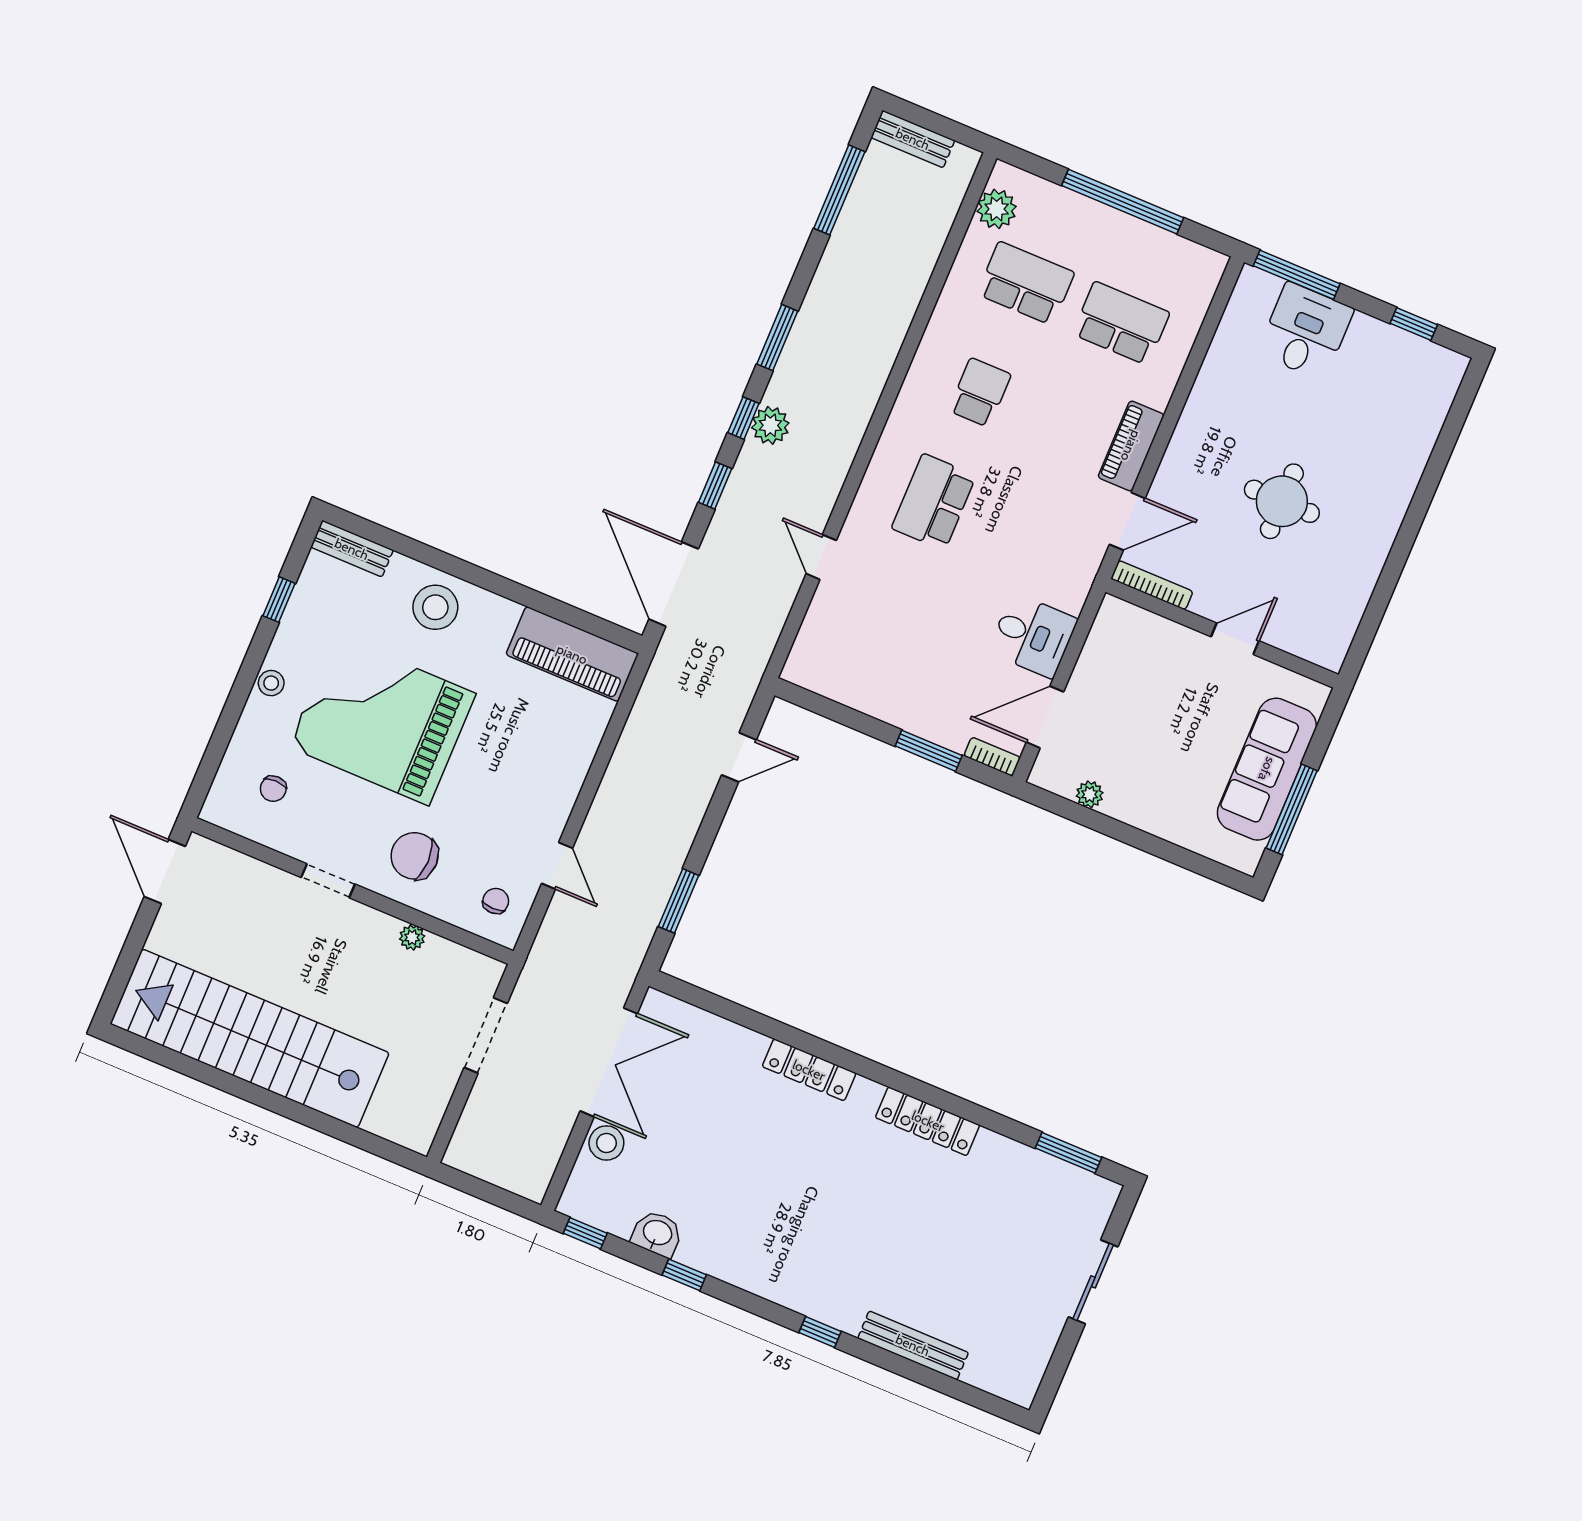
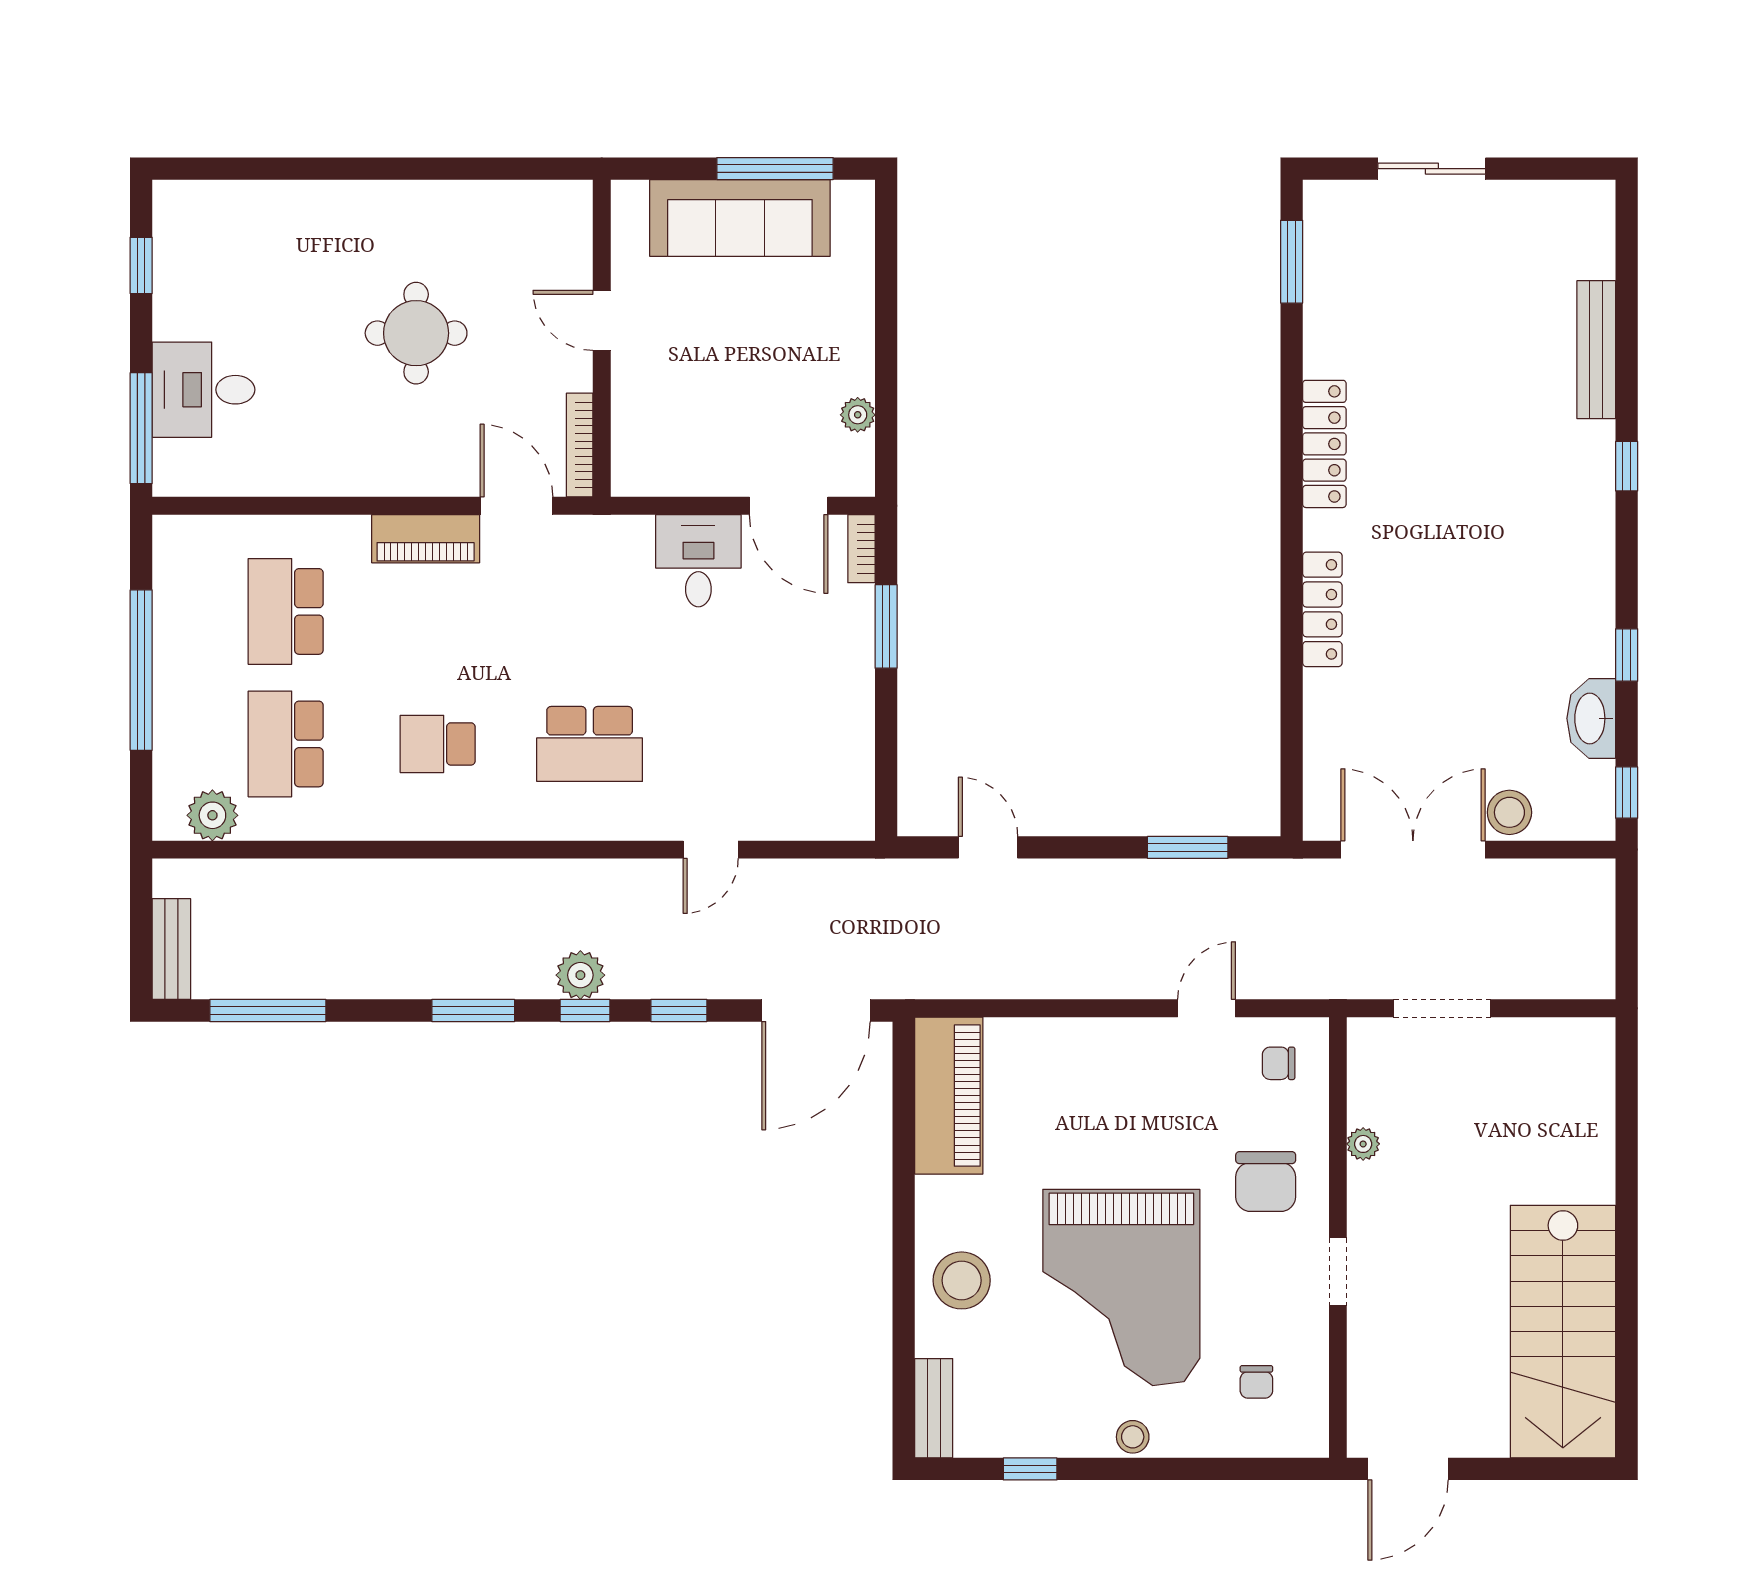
chair: (273, 789) -> (1256, 1382), turned 90
stairs: (250, 1038) -> (1563, 1332), width x0.73
washbasin: (657, 1234) -> (1591, 718), width x1.38

